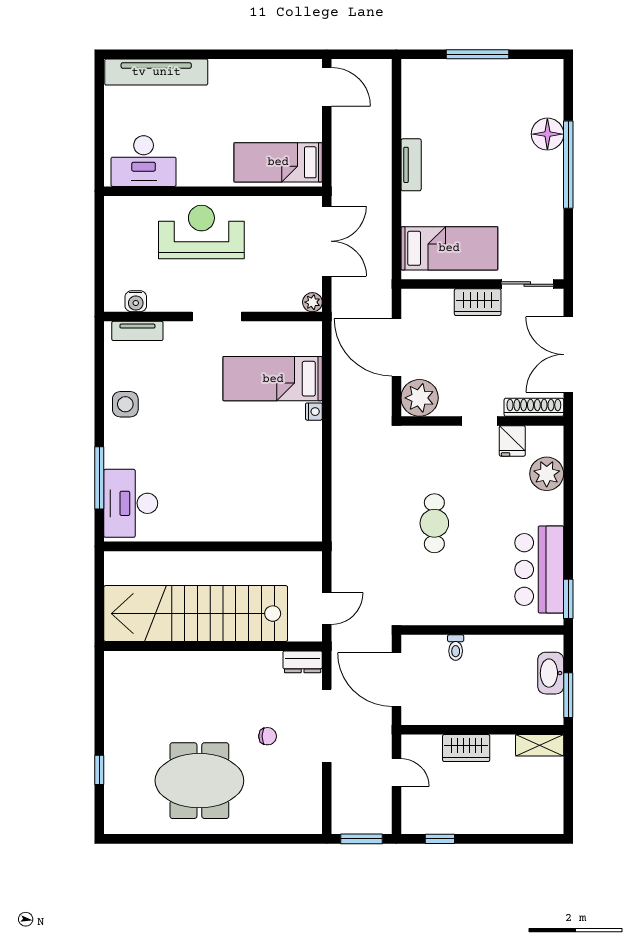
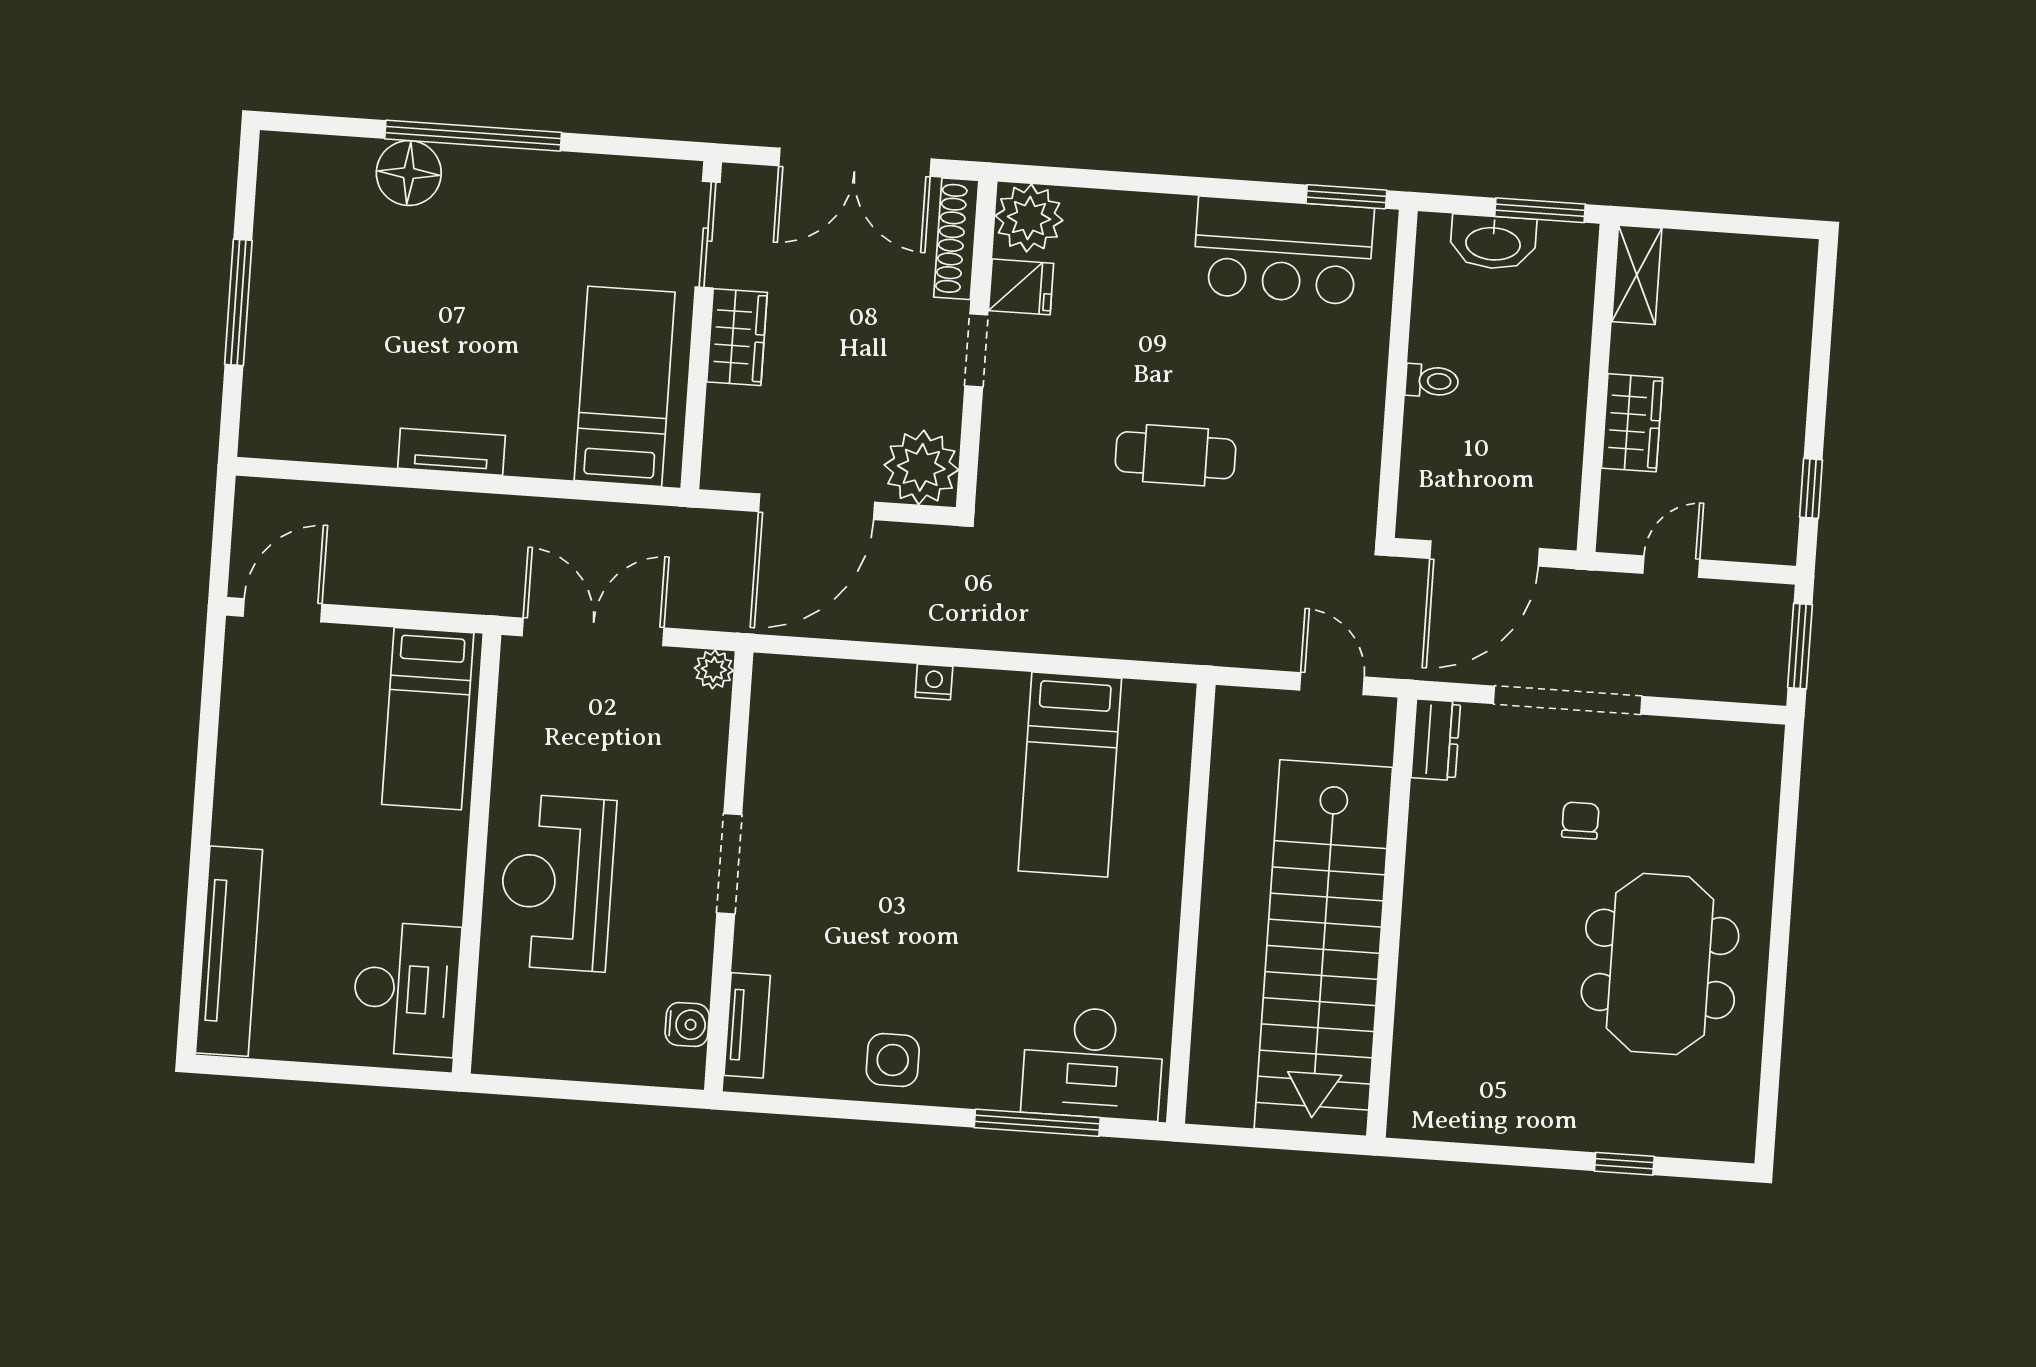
bed: (273, 379) -> (1070, 775), moved
plant: (547, 474) -> (1029, 218), moved
toilet: (456, 648) -> (1432, 381), moved

